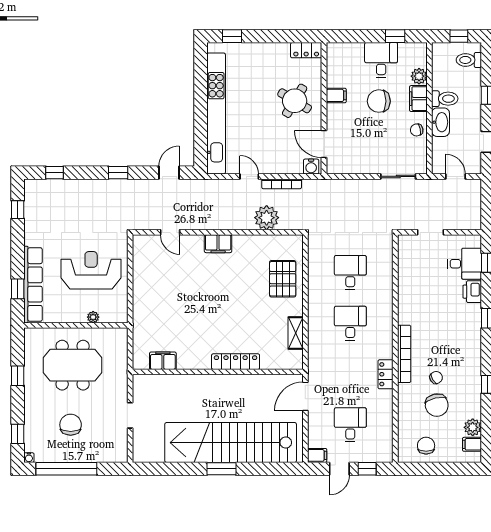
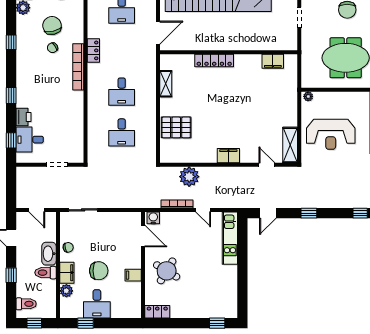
kitchen unit: (216, 114) -> (230, 238), width x0.54
shelving: (141, 257) -> (290, 145), added
pallet: (283, 279) -> (176, 127), turned 90
plant: (93, 317) -> (308, 96), moved

